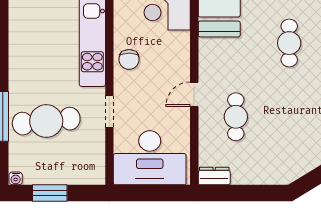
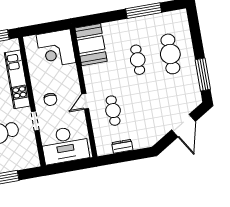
chair: (129, 59) -> (50, 99), moved
dresser: (214, 176) -> (122, 146), moved

